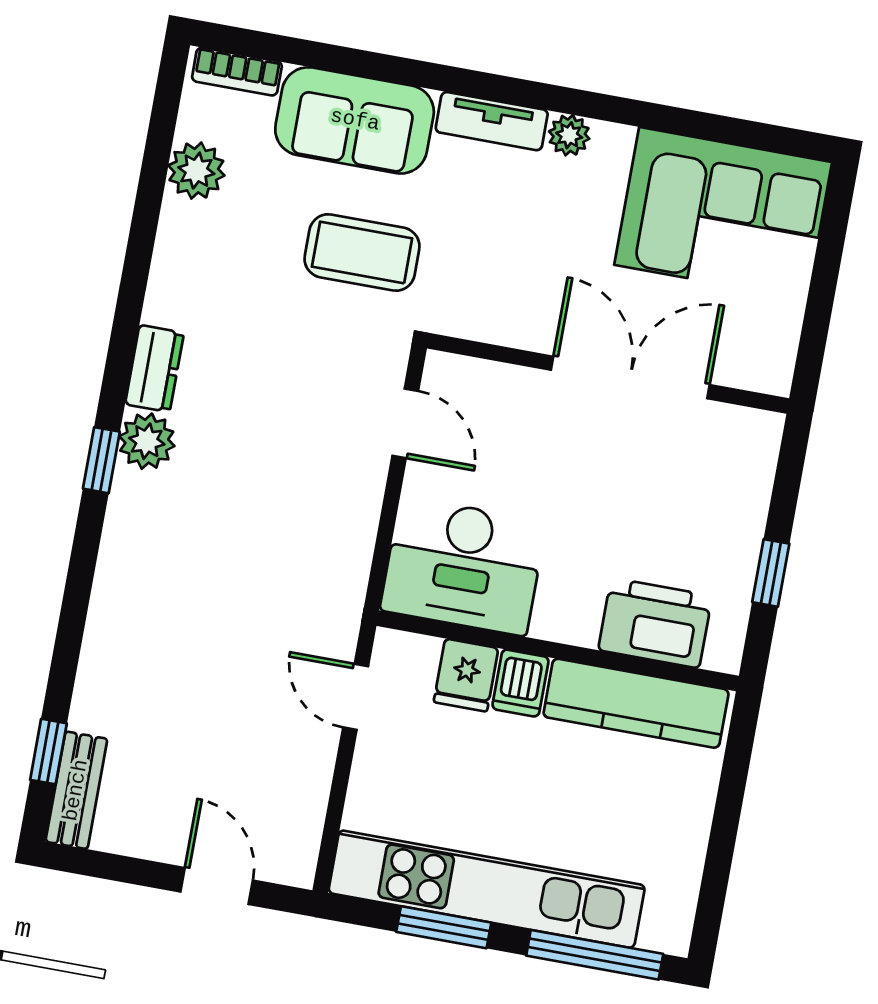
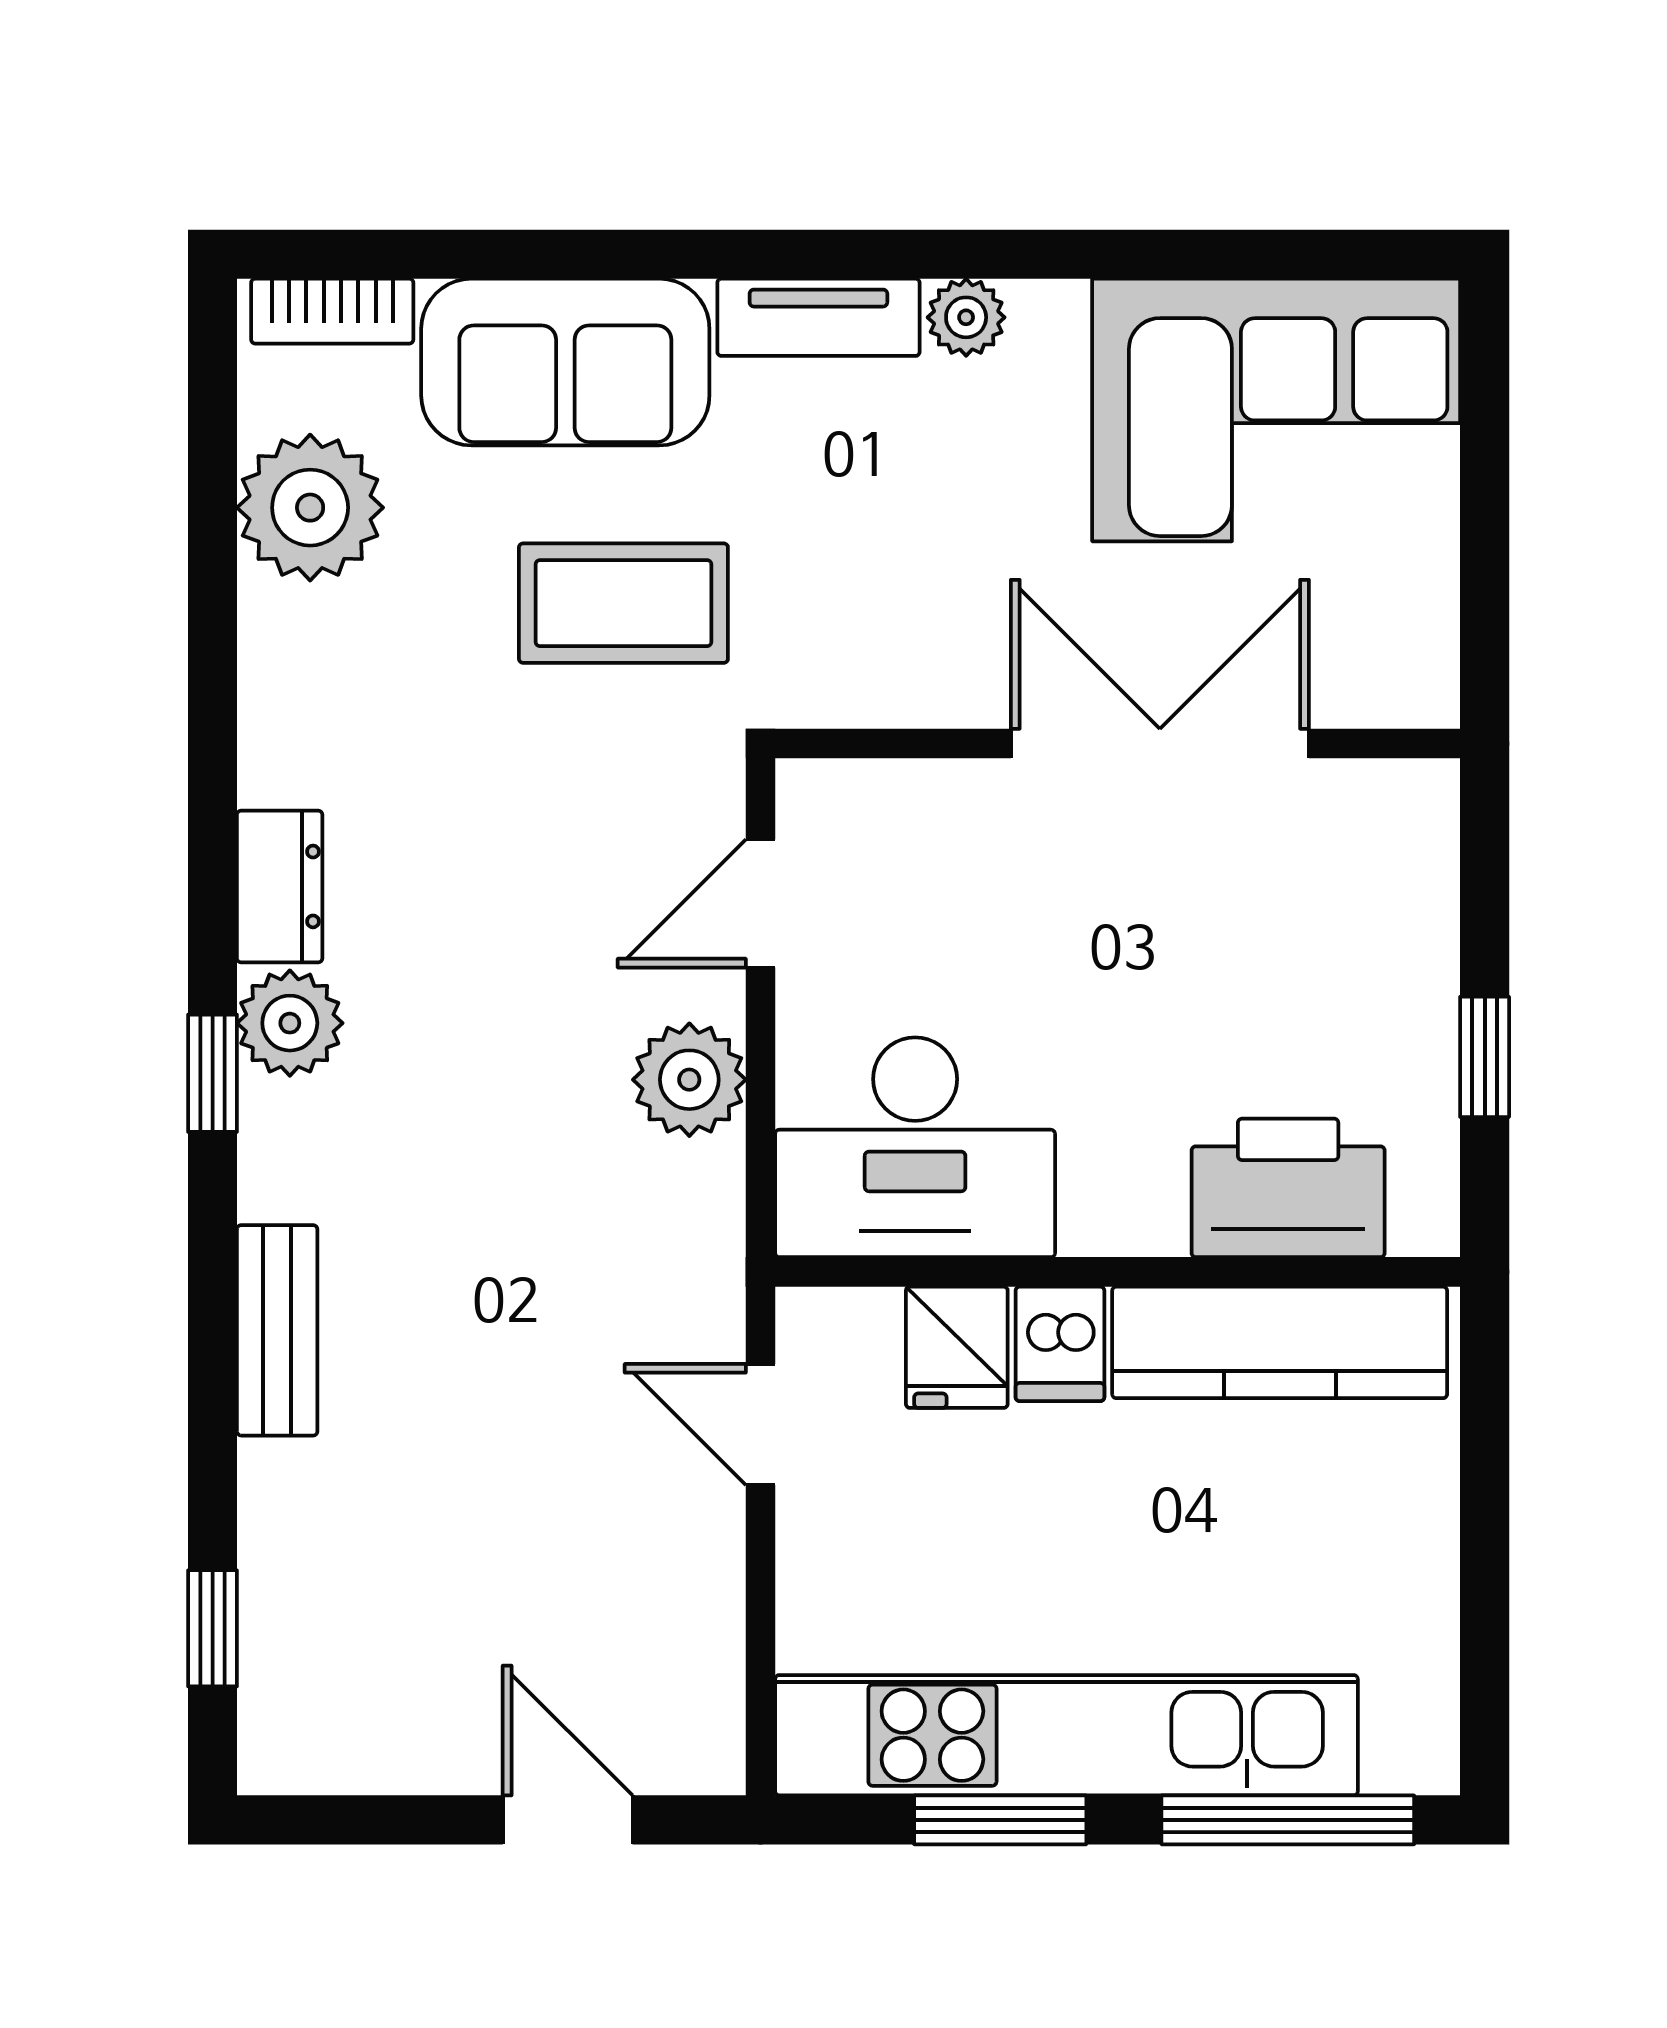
plant: (196, 171) -> (310, 508), width x1.36, depth x1.36
door: (405, 423) -> (760, 904), swing flipped
plant: (351, 509) -> (689, 1080), added
bench: (76, 790) -> (277, 1330), moved

